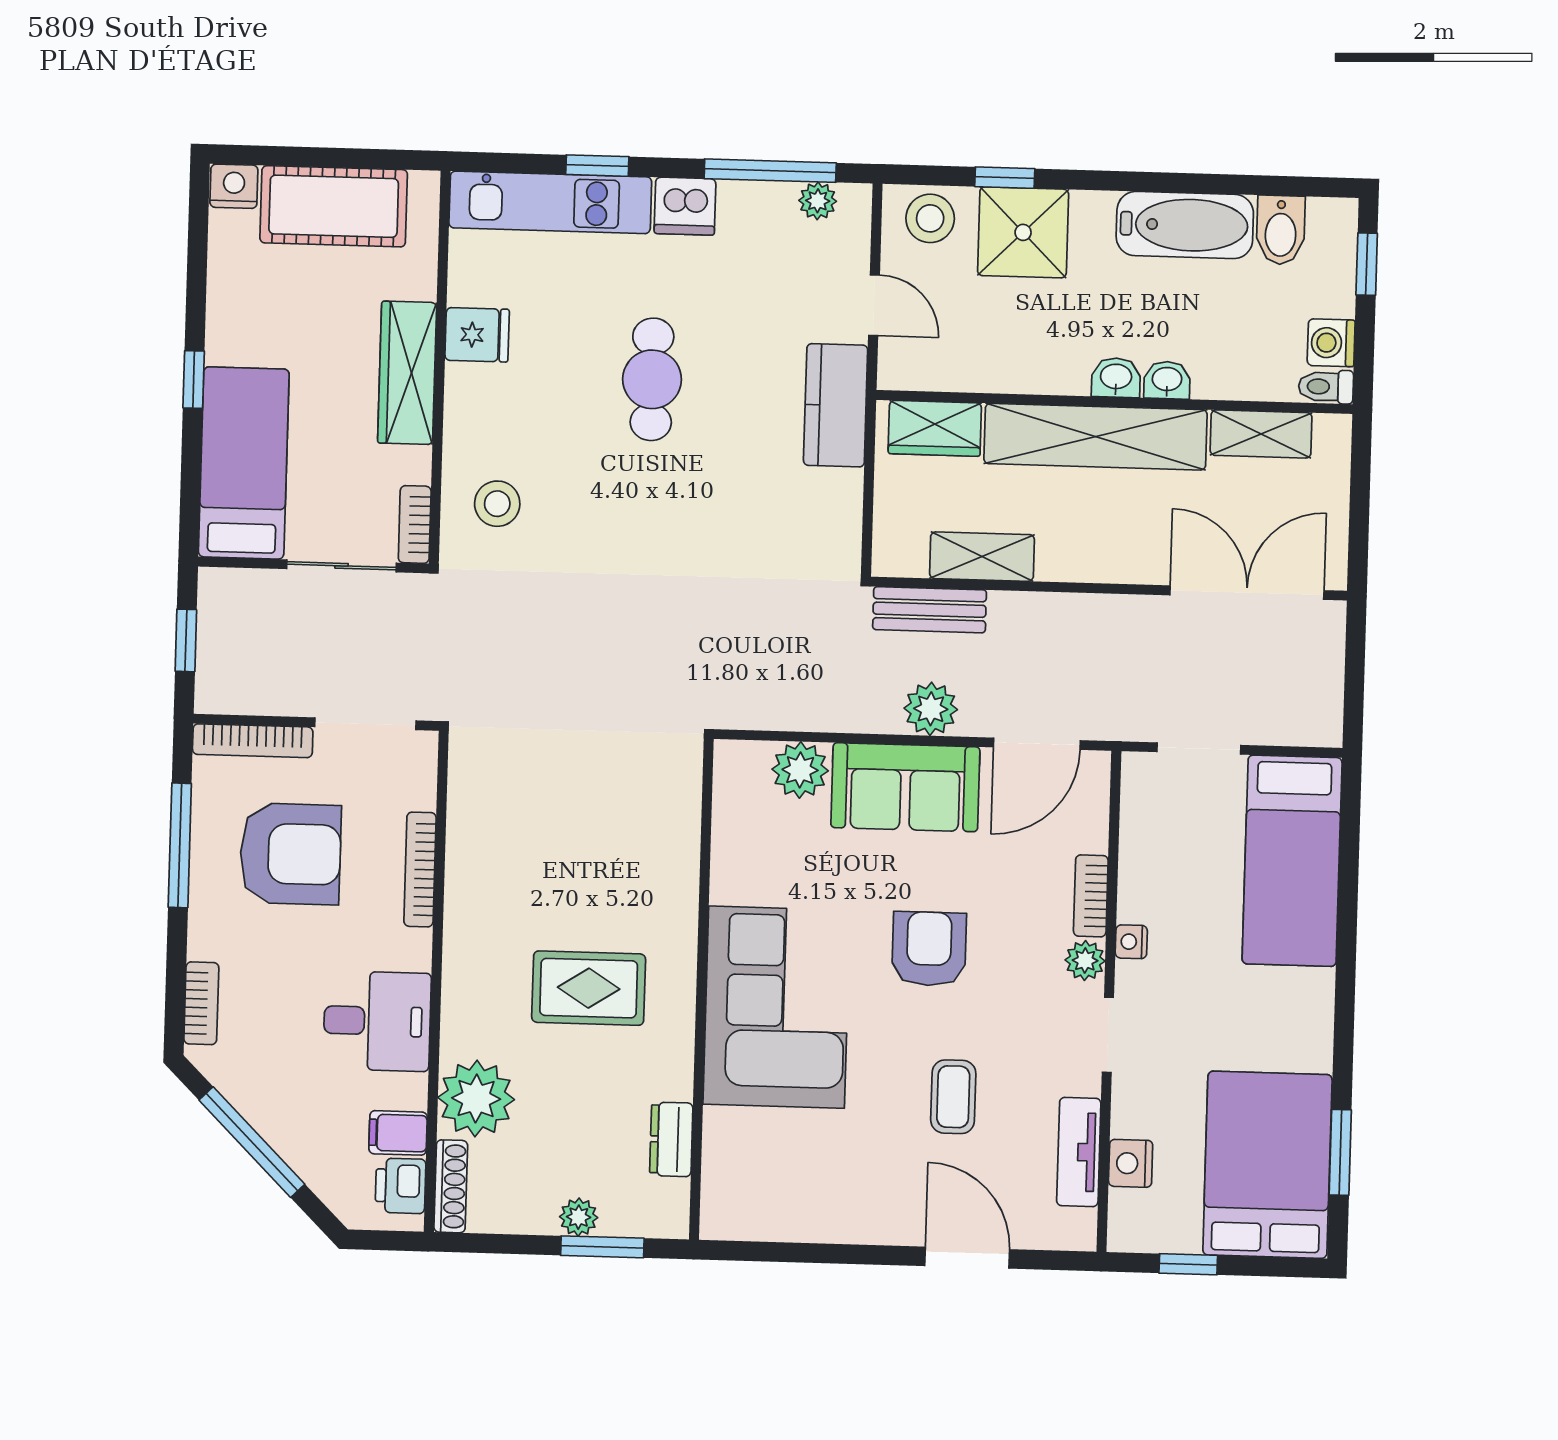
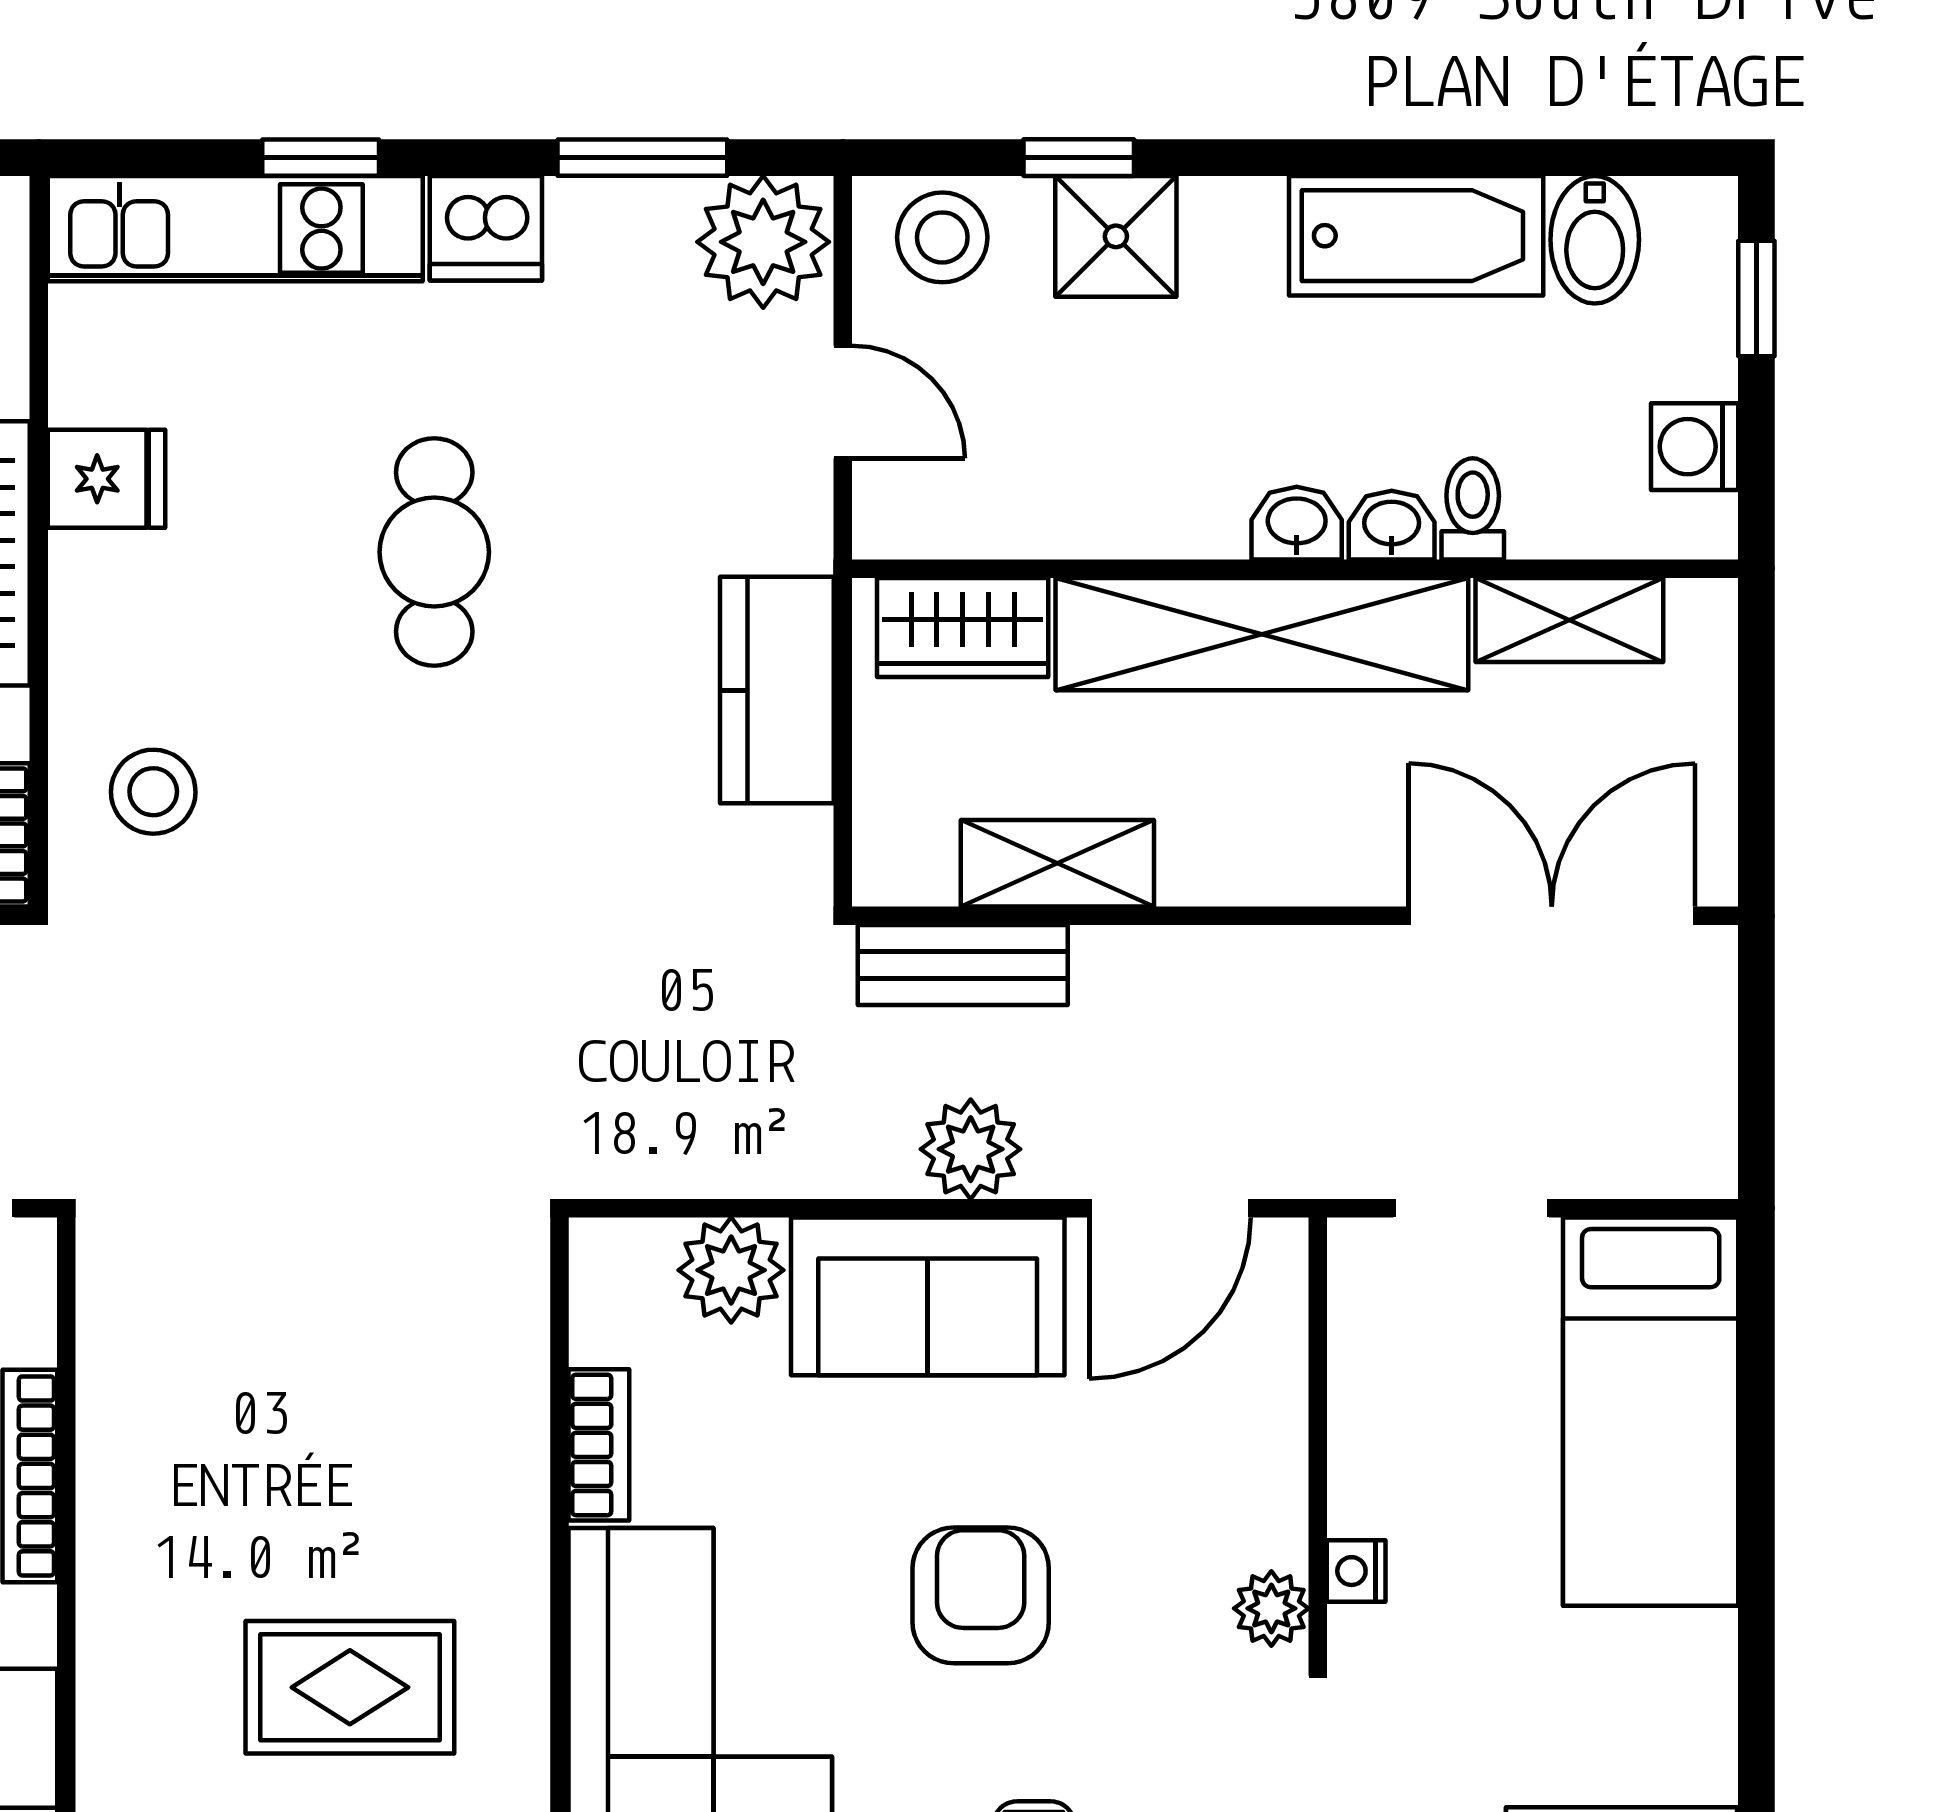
window: (770, 171) -> (642, 158), width x0.69
plant: (818, 201) -> (763, 242), width x1.88, depth x1.88
shower: (1023, 232) -> (1116, 236), width x0.73, depth x0.73
toilet: (1326, 387) -> (1473, 509), moved, turned 90
kitchen counter: (836, 405) -> (777, 690), moved
bookcase: (1091, 896) -> (599, 1445), moved, turned 180

